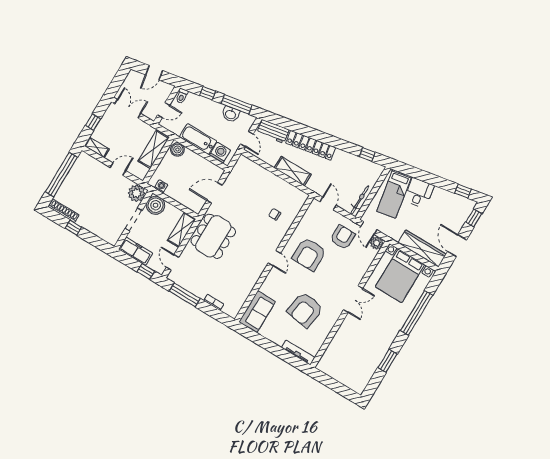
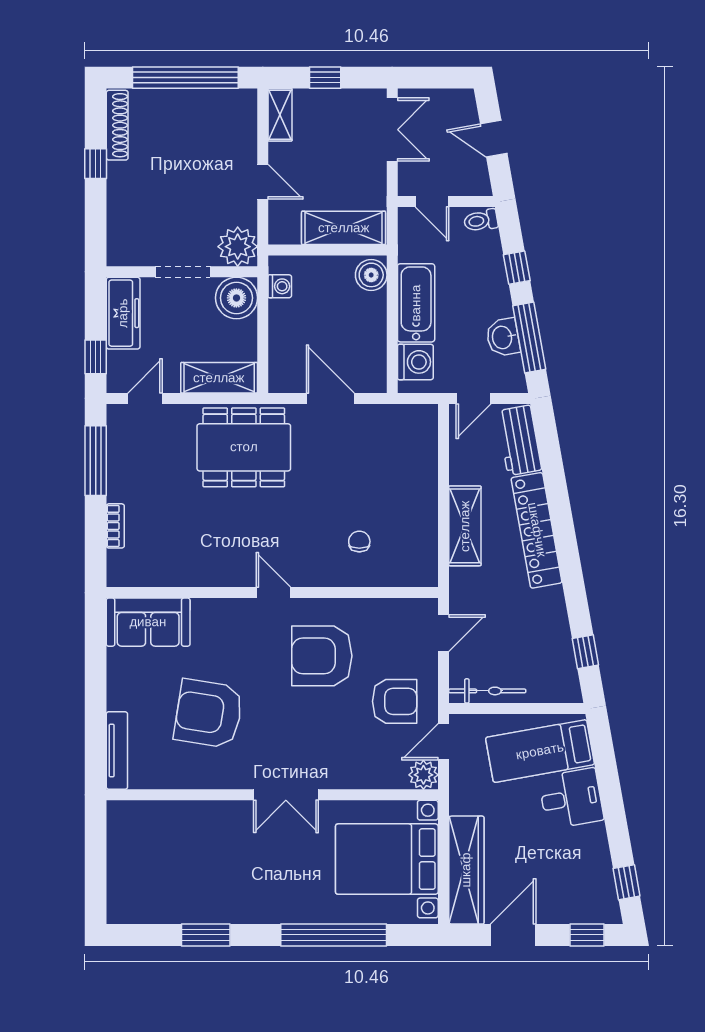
door: (274, 258) -> (273, 593), swing flipped

